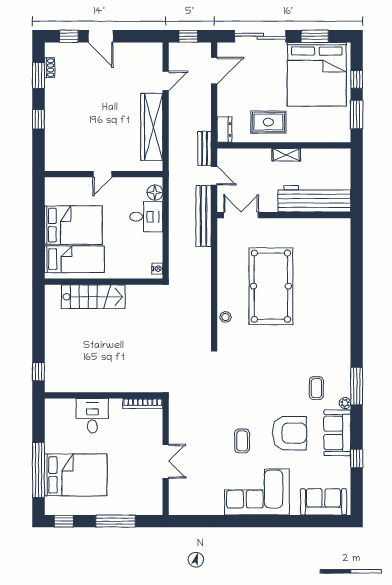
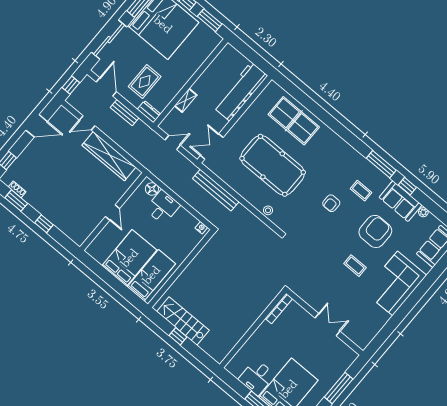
door: (101, 36) -> (37, 126), moved
door: (166, 81) -> (87, 123), swing flipped
rug: (268, 122) -> (145, 82), moved
bench: (205, 148) -> (125, 113), moved
shelving: (286, 155) -> (186, 100), moved
bench: (204, 216) -> (216, 190), moved
table tennis table: (329, 271) -> (294, 121), added
stairs: (93, 297) -> (183, 321), moved, turned -90
armchair: (281, 370) -> (331, 203), added
window: (38, 372) -> (178, 336), moved
plant: (345, 403) -> (423, 212), moved
desk: (92, 416) -> (257, 377), moved, turned -90
window: (357, 458) -> (407, 186), moved

